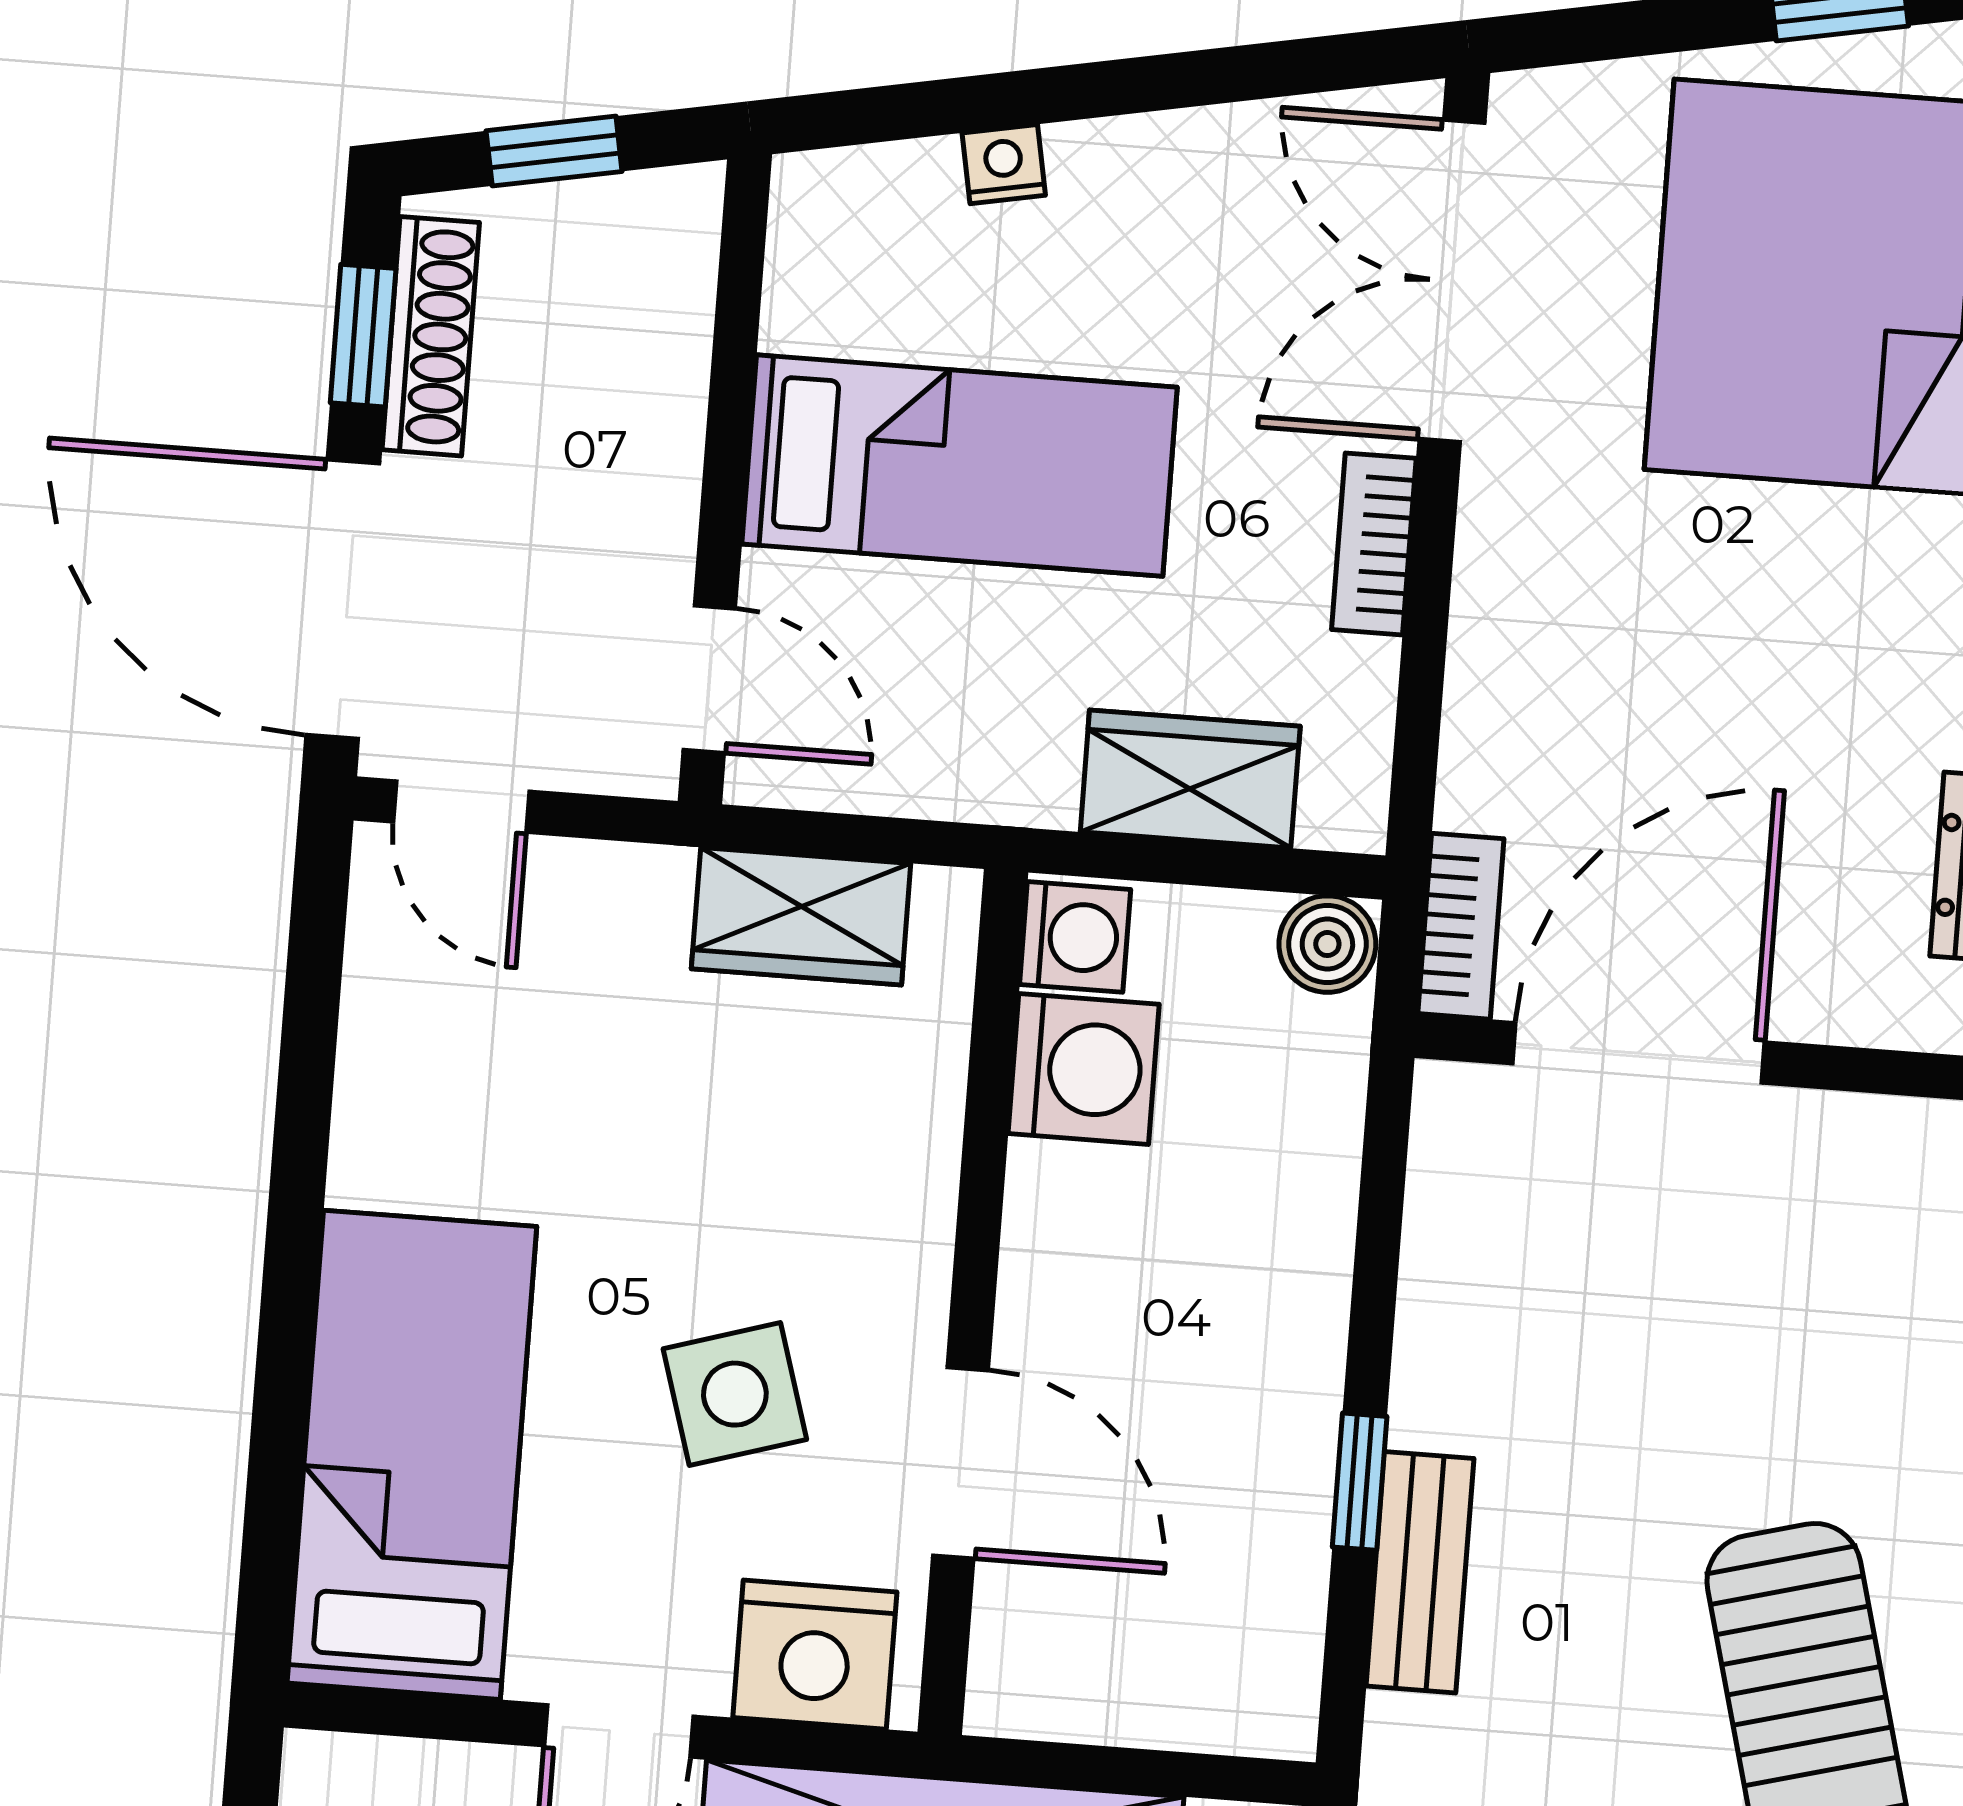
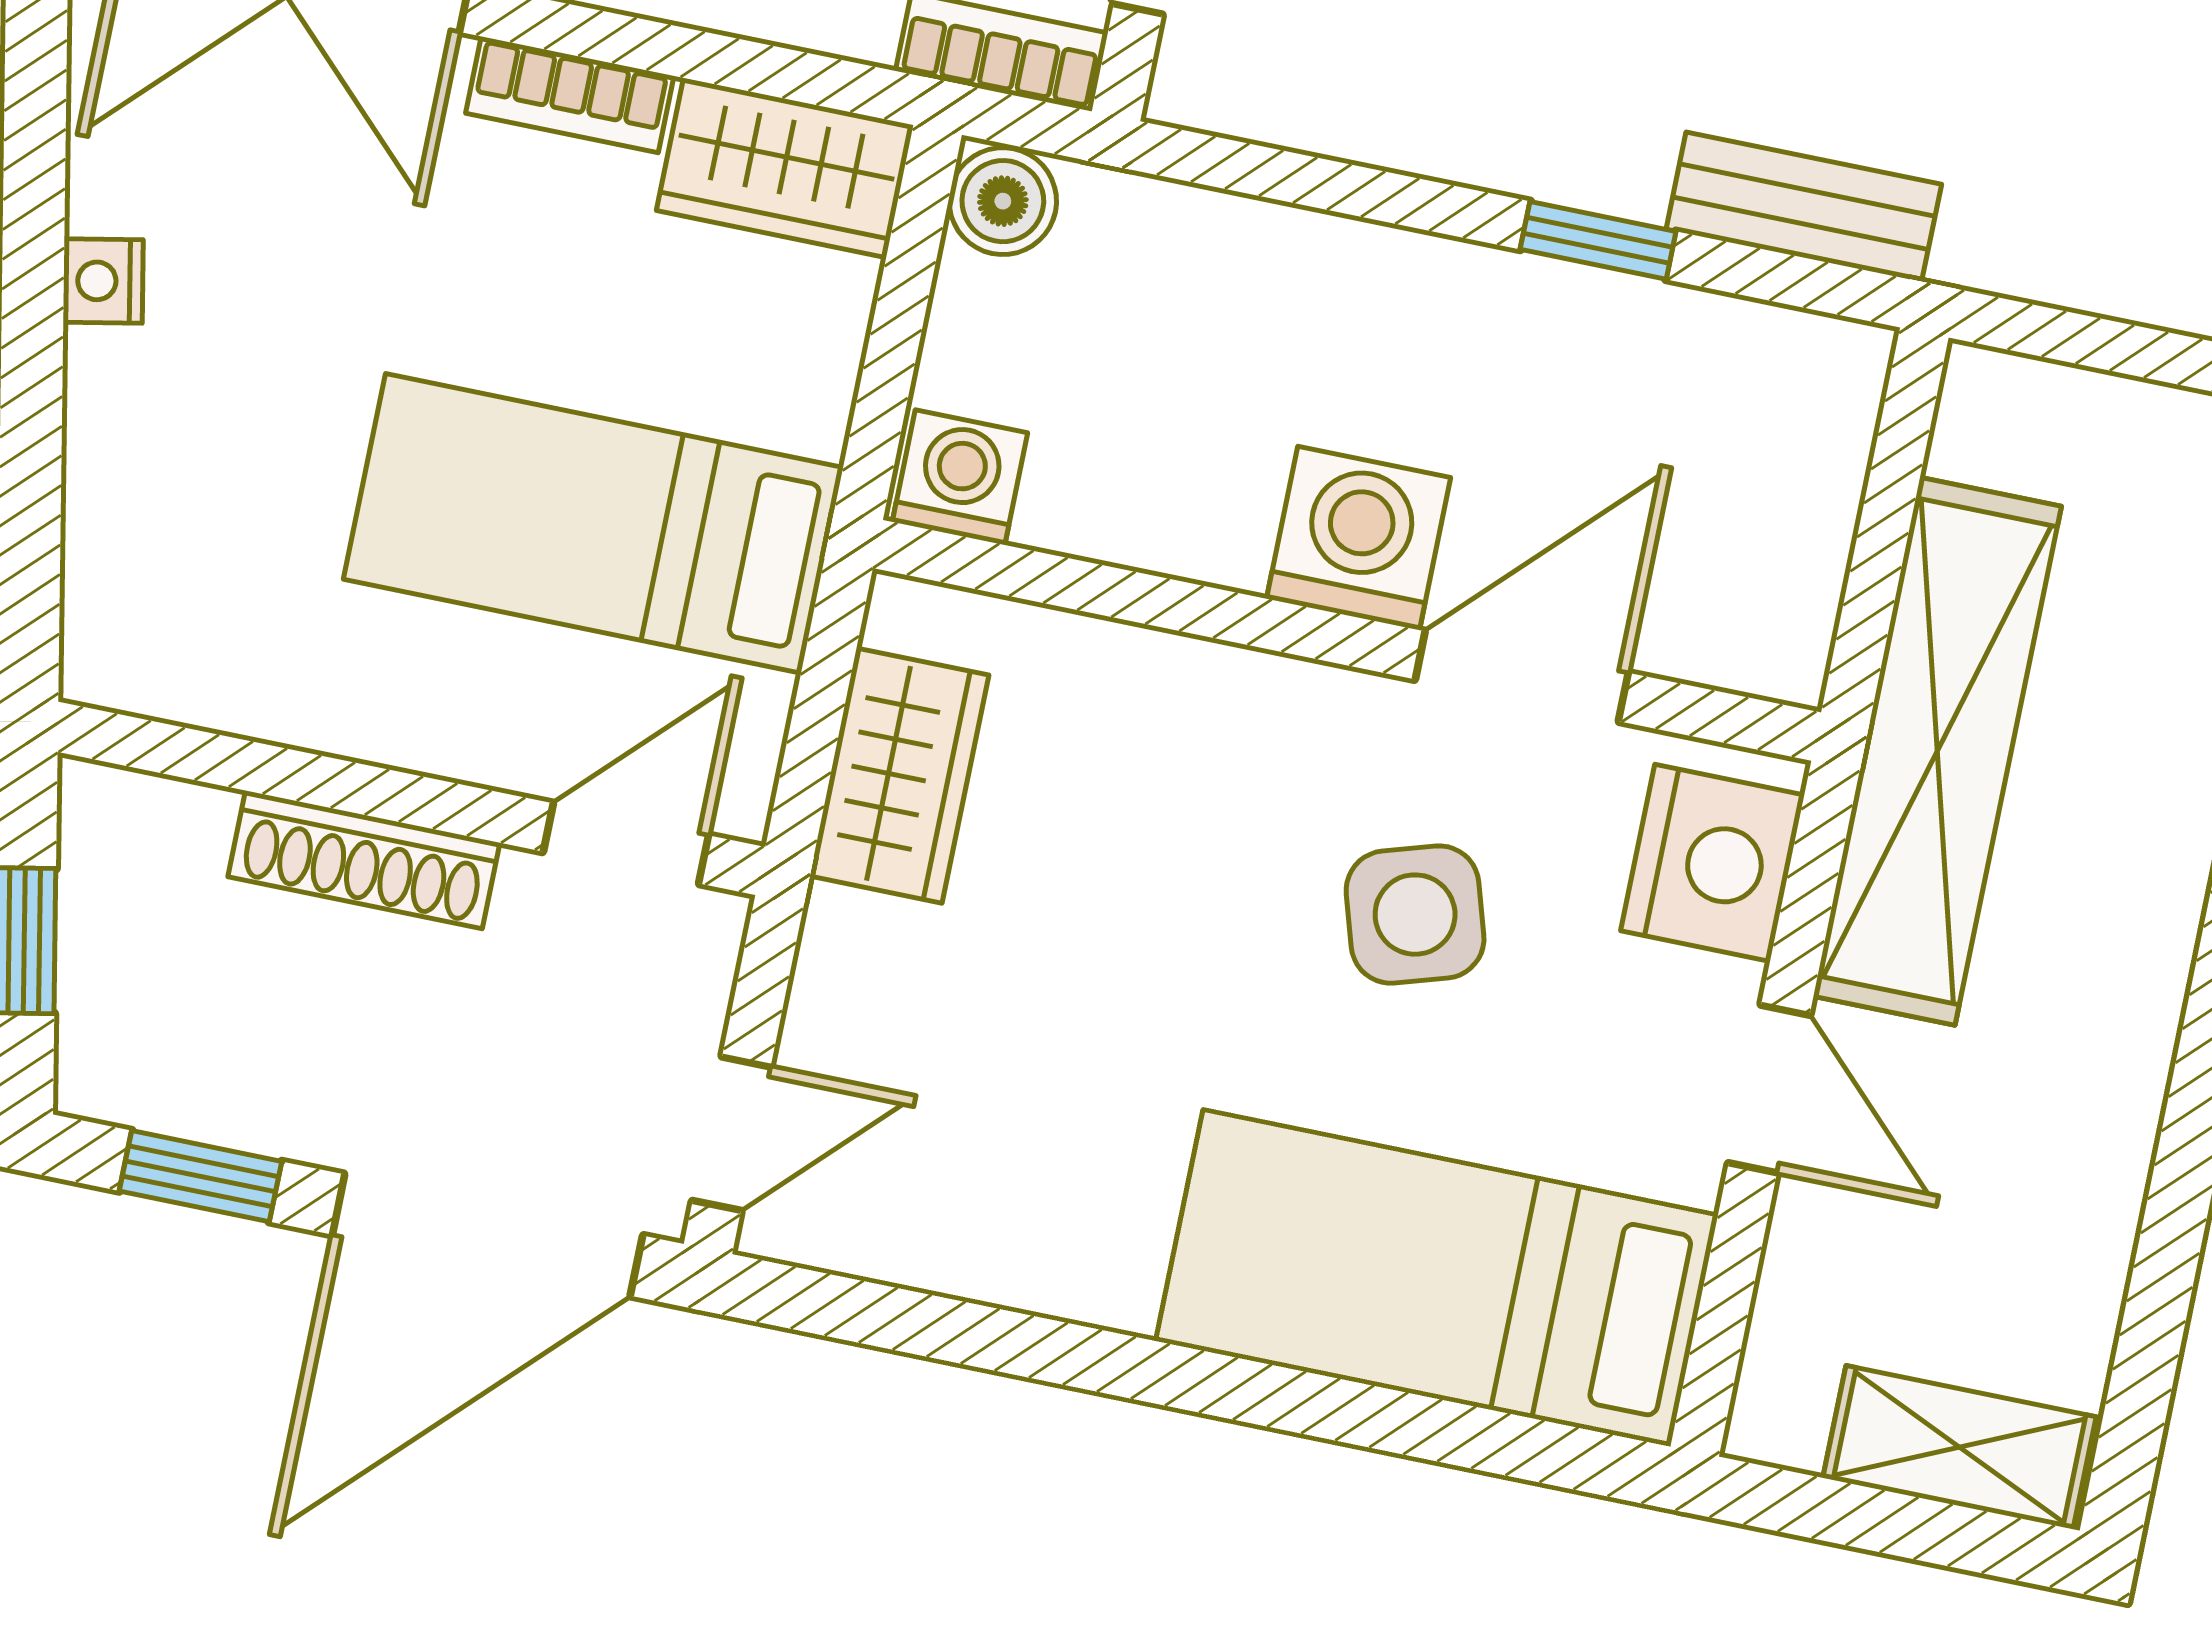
nightstand: (1004, 164) -> (103, 281), moved
shoe rack: (431, 336) -> (364, 860), moved, turned 180
bed: (960, 466) -> (593, 523), moved, turned -90
wardrobe: (1190, 779) -> (784, 168), moved, turned -90
washing machine: (1084, 1069) -> (1359, 538), moved
bench: (1420, 1572) -> (1804, 207), moved

